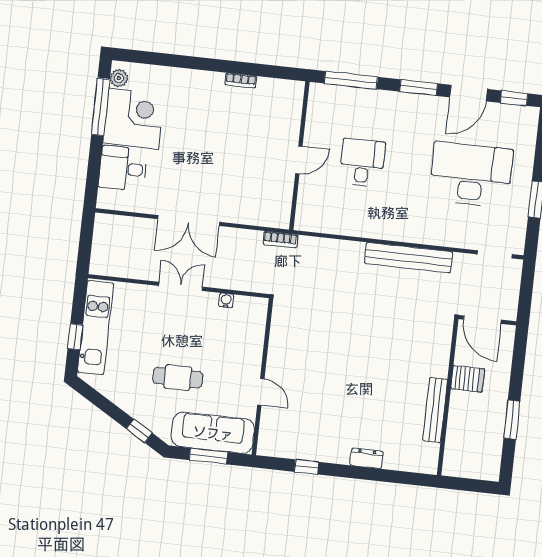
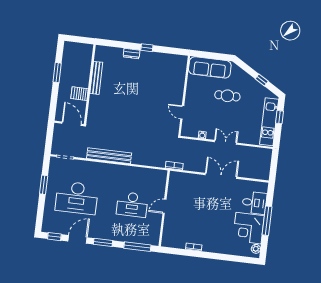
window: (101, 107) -> (267, 221), moved
desk: (362, 163) -> (132, 204), width x1.37
double door: (181, 286) -> (226, 142), swing flipped
door: (261, 392) -> (182, 112), moved
window: (139, 431) -> (262, 80), moved
window: (208, 456) -> (212, 56), removed
window: (307, 467) -> (147, 48), moved

